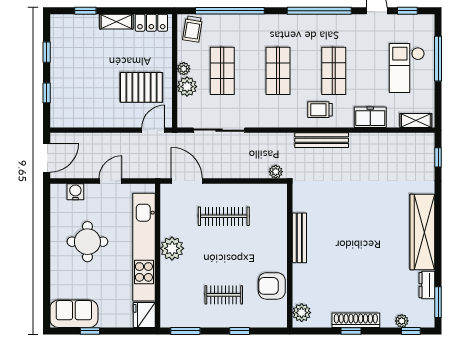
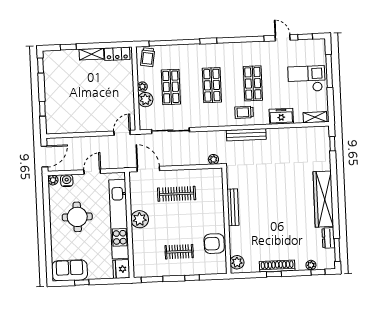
window: (47, 52) -> (40, 66), moved
checkout: (407, 68) -> (307, 79), turned 90
pallet: (141, 87) -> (112, 102), removed
plant: (57, 190) -> (53, 180), added

